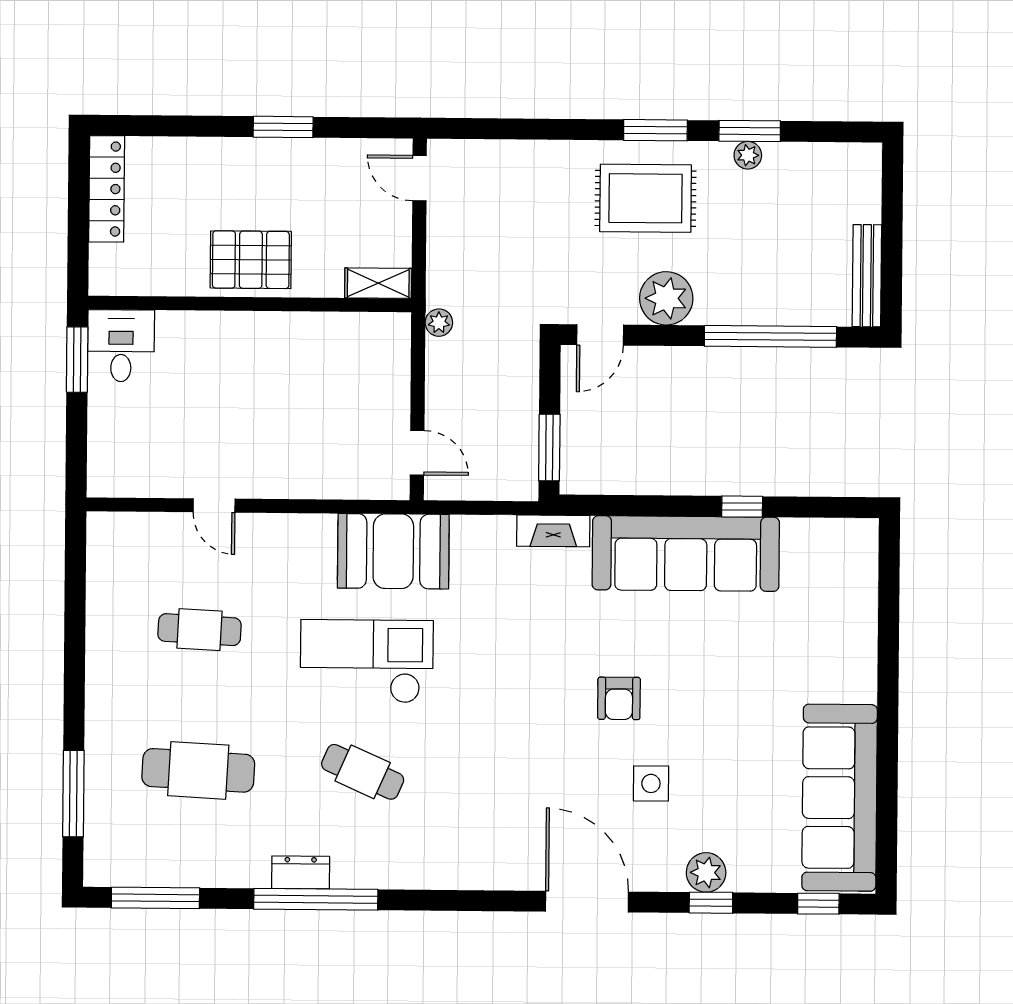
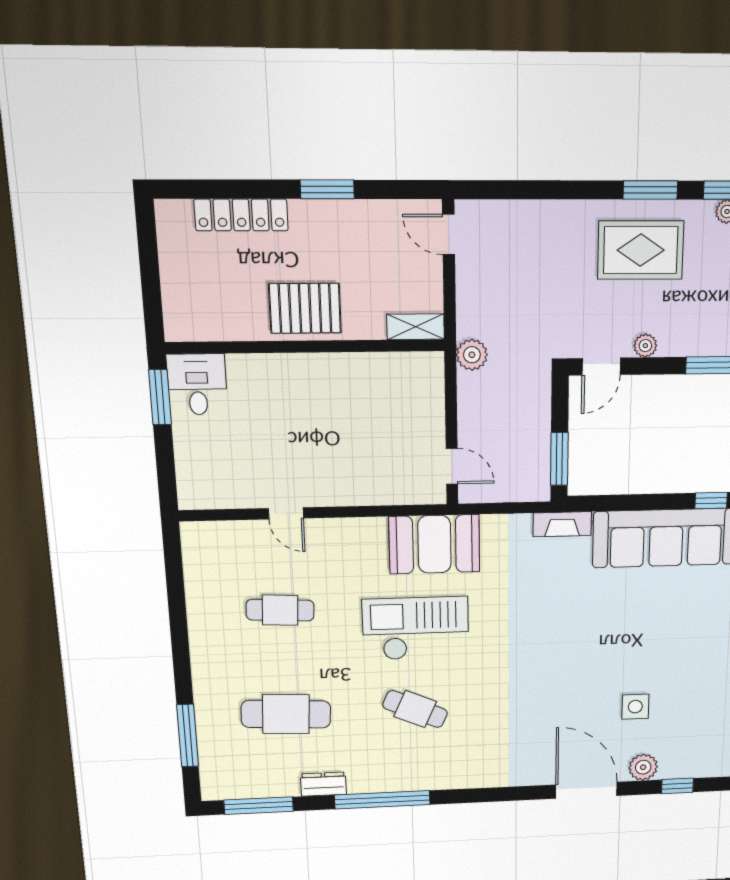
locker: (107, 189) -> (241, 215), moved, turned 90
plant: (666, 298) -> (645, 346), width x0.53, depth x0.53
plant: (439, 323) -> (472, 355), width x1.38, depth x1.38
armchair: (619, 698) -> (612, 647), removed
dresser: (301, 872) -> (323, 784), moved
plant: (706, 872) -> (643, 767), moved

